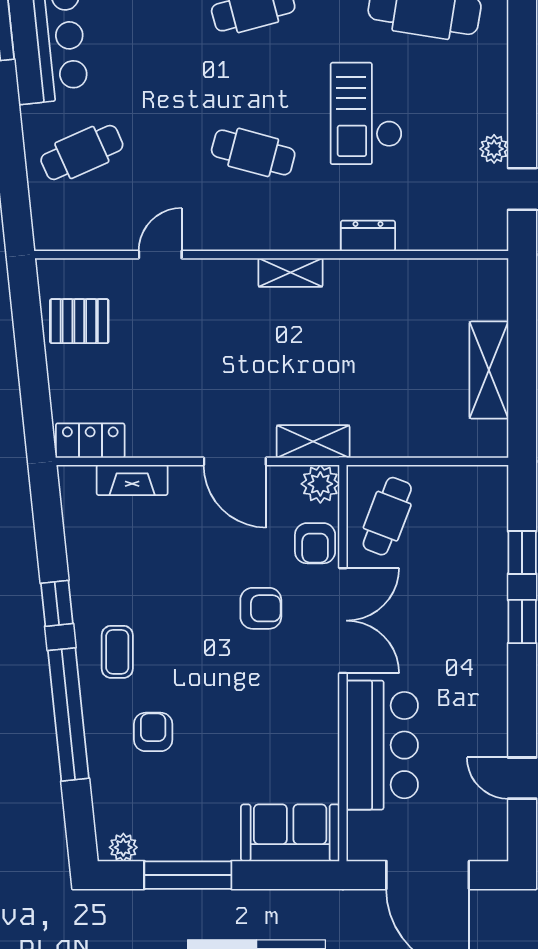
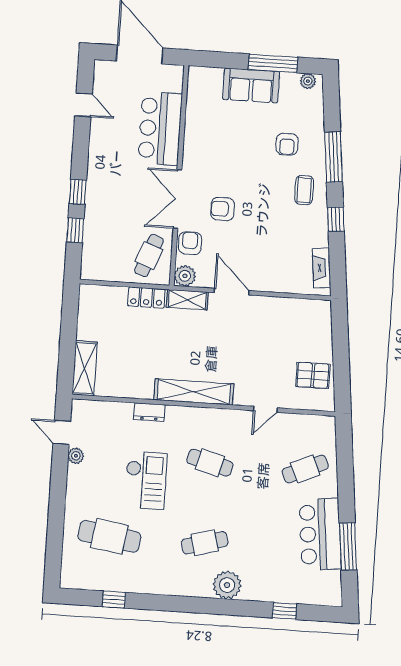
shelving: (290, 272) -> (194, 392), width x2.20, depth x1.33
shelving: (489, 370) -> (85, 368), moved
locker: (90, 441) -> (146, 298), moved
fireplace: (132, 480) -> (322, 268), moved, turned -96
window: (68, 714) -> (333, 157), width x0.68
sofa: (290, 833) -> (251, 85), moved

